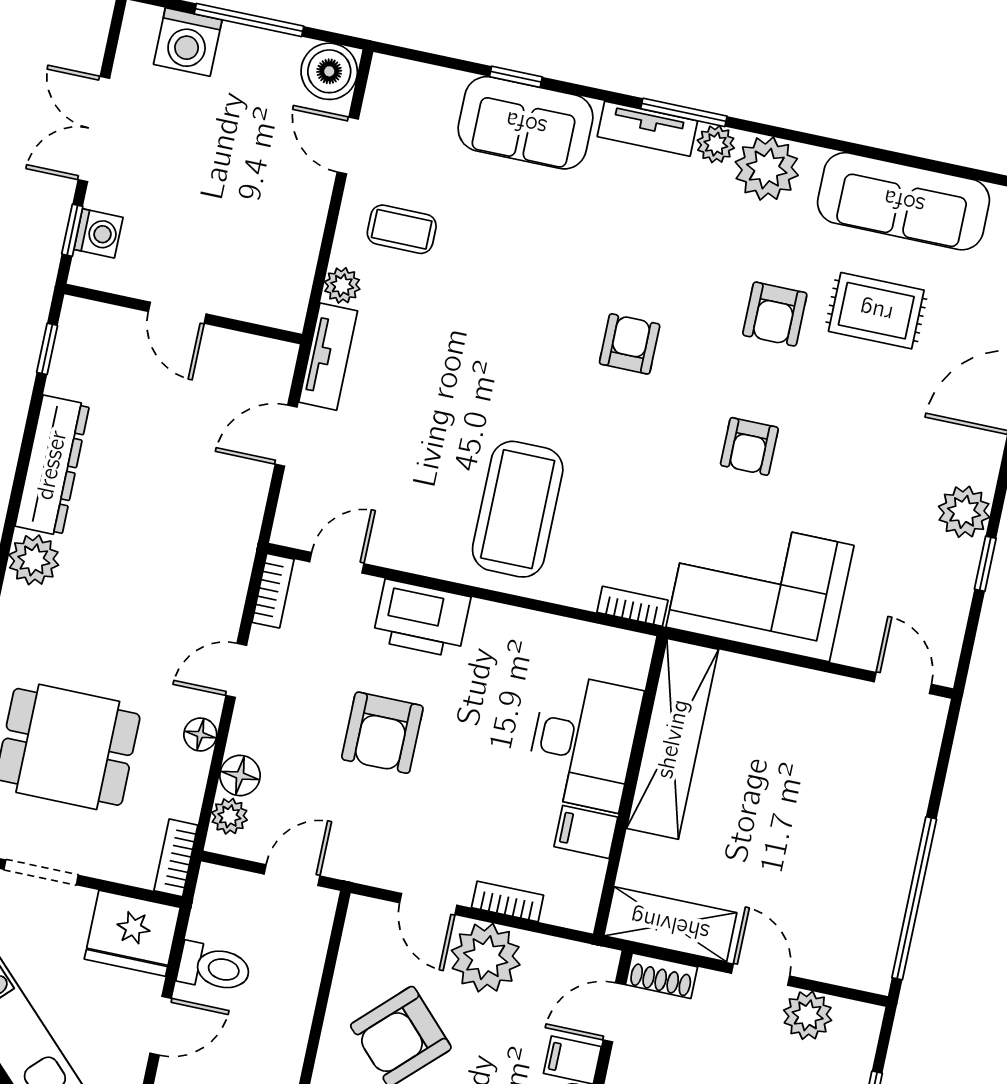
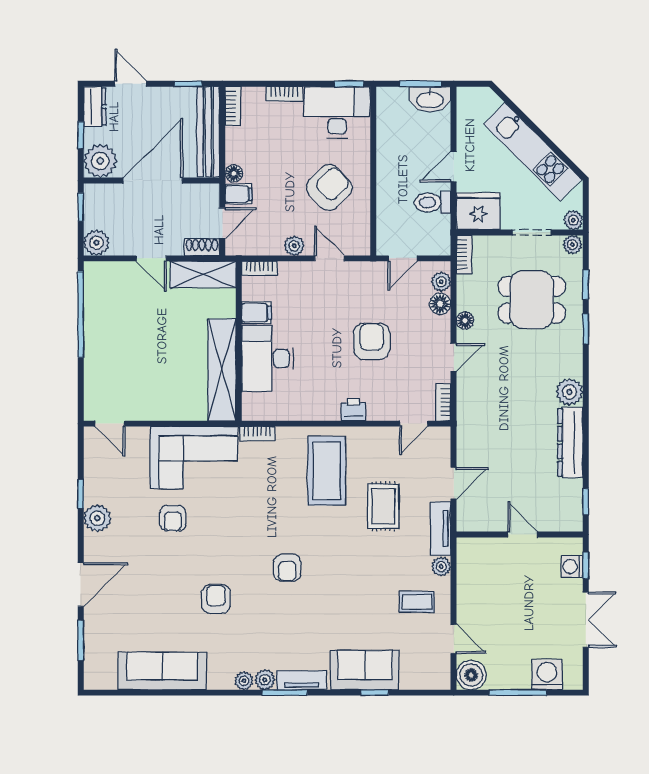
plant: (767, 169) -> (244, 681), width x0.53, depth x0.53
rug: (876, 311) -> (383, 506), moved, turned 90
armchair: (749, 446) -> (173, 518), moved, turned 180
printer: (422, 619) -> (353, 410), width x0.53, depth x0.68
bookcase: (508, 901) -> (260, 268), moved
plant: (486, 958) -> (294, 246), width x0.53, depth x0.53
plant: (808, 1015) -> (96, 243), moved

